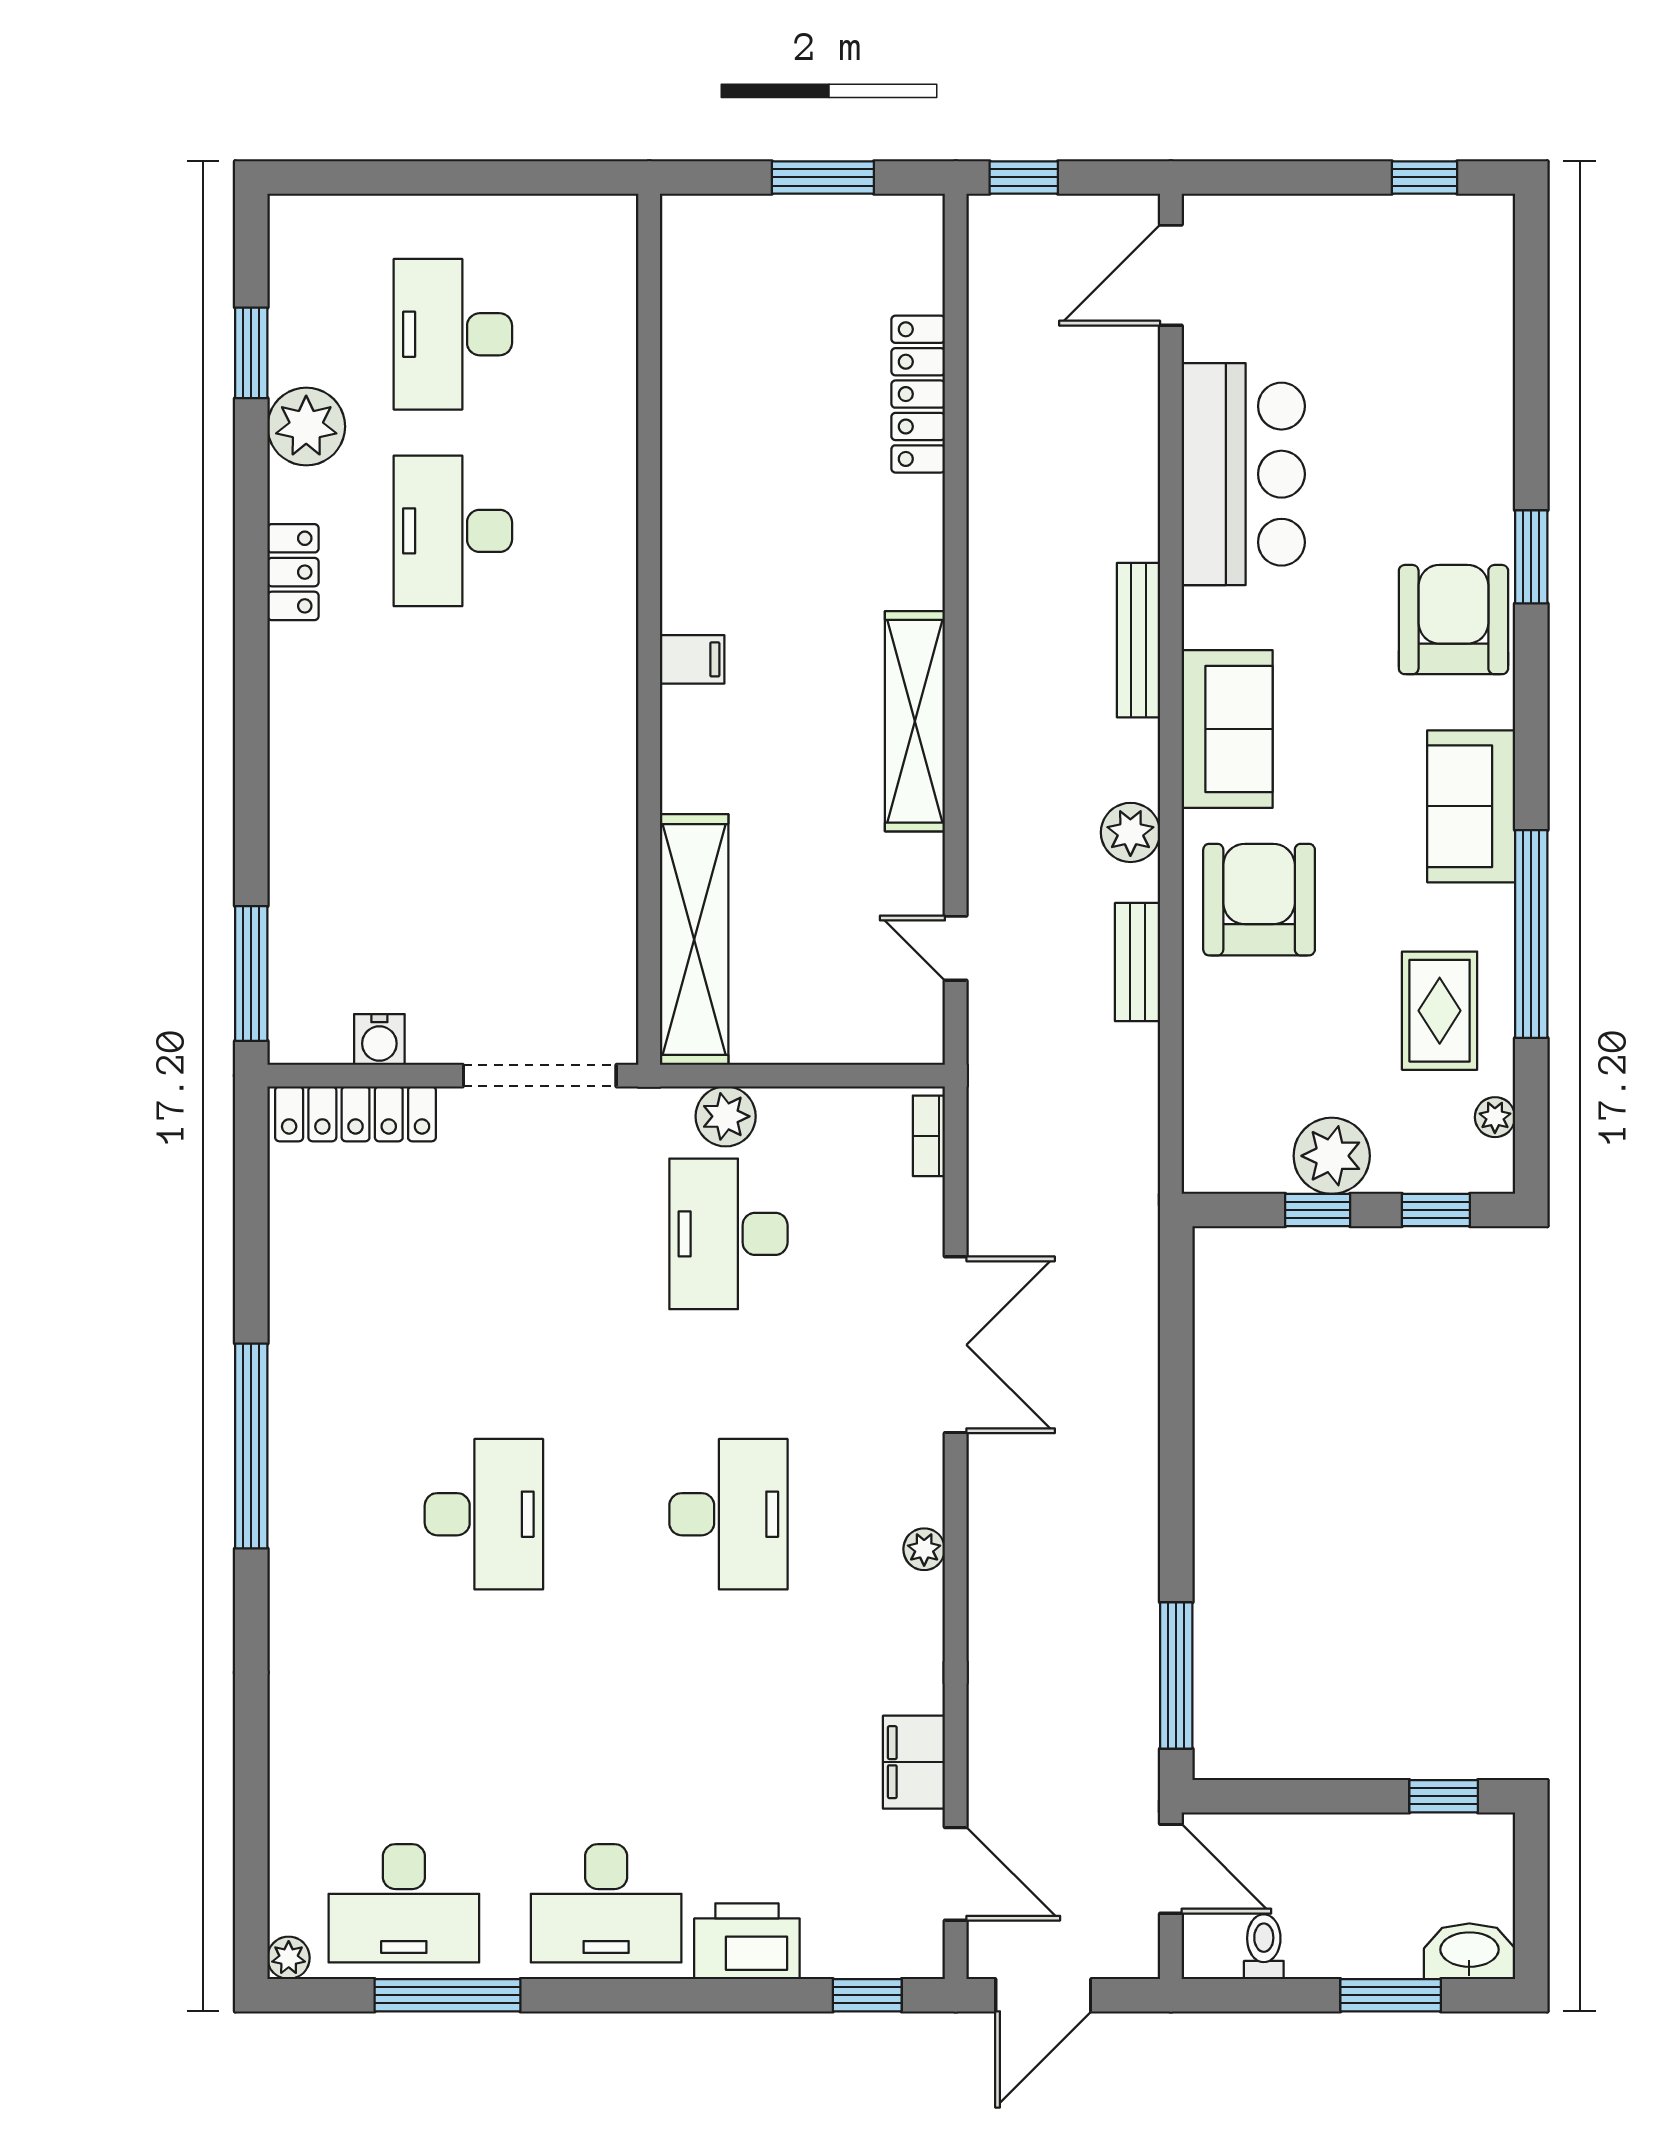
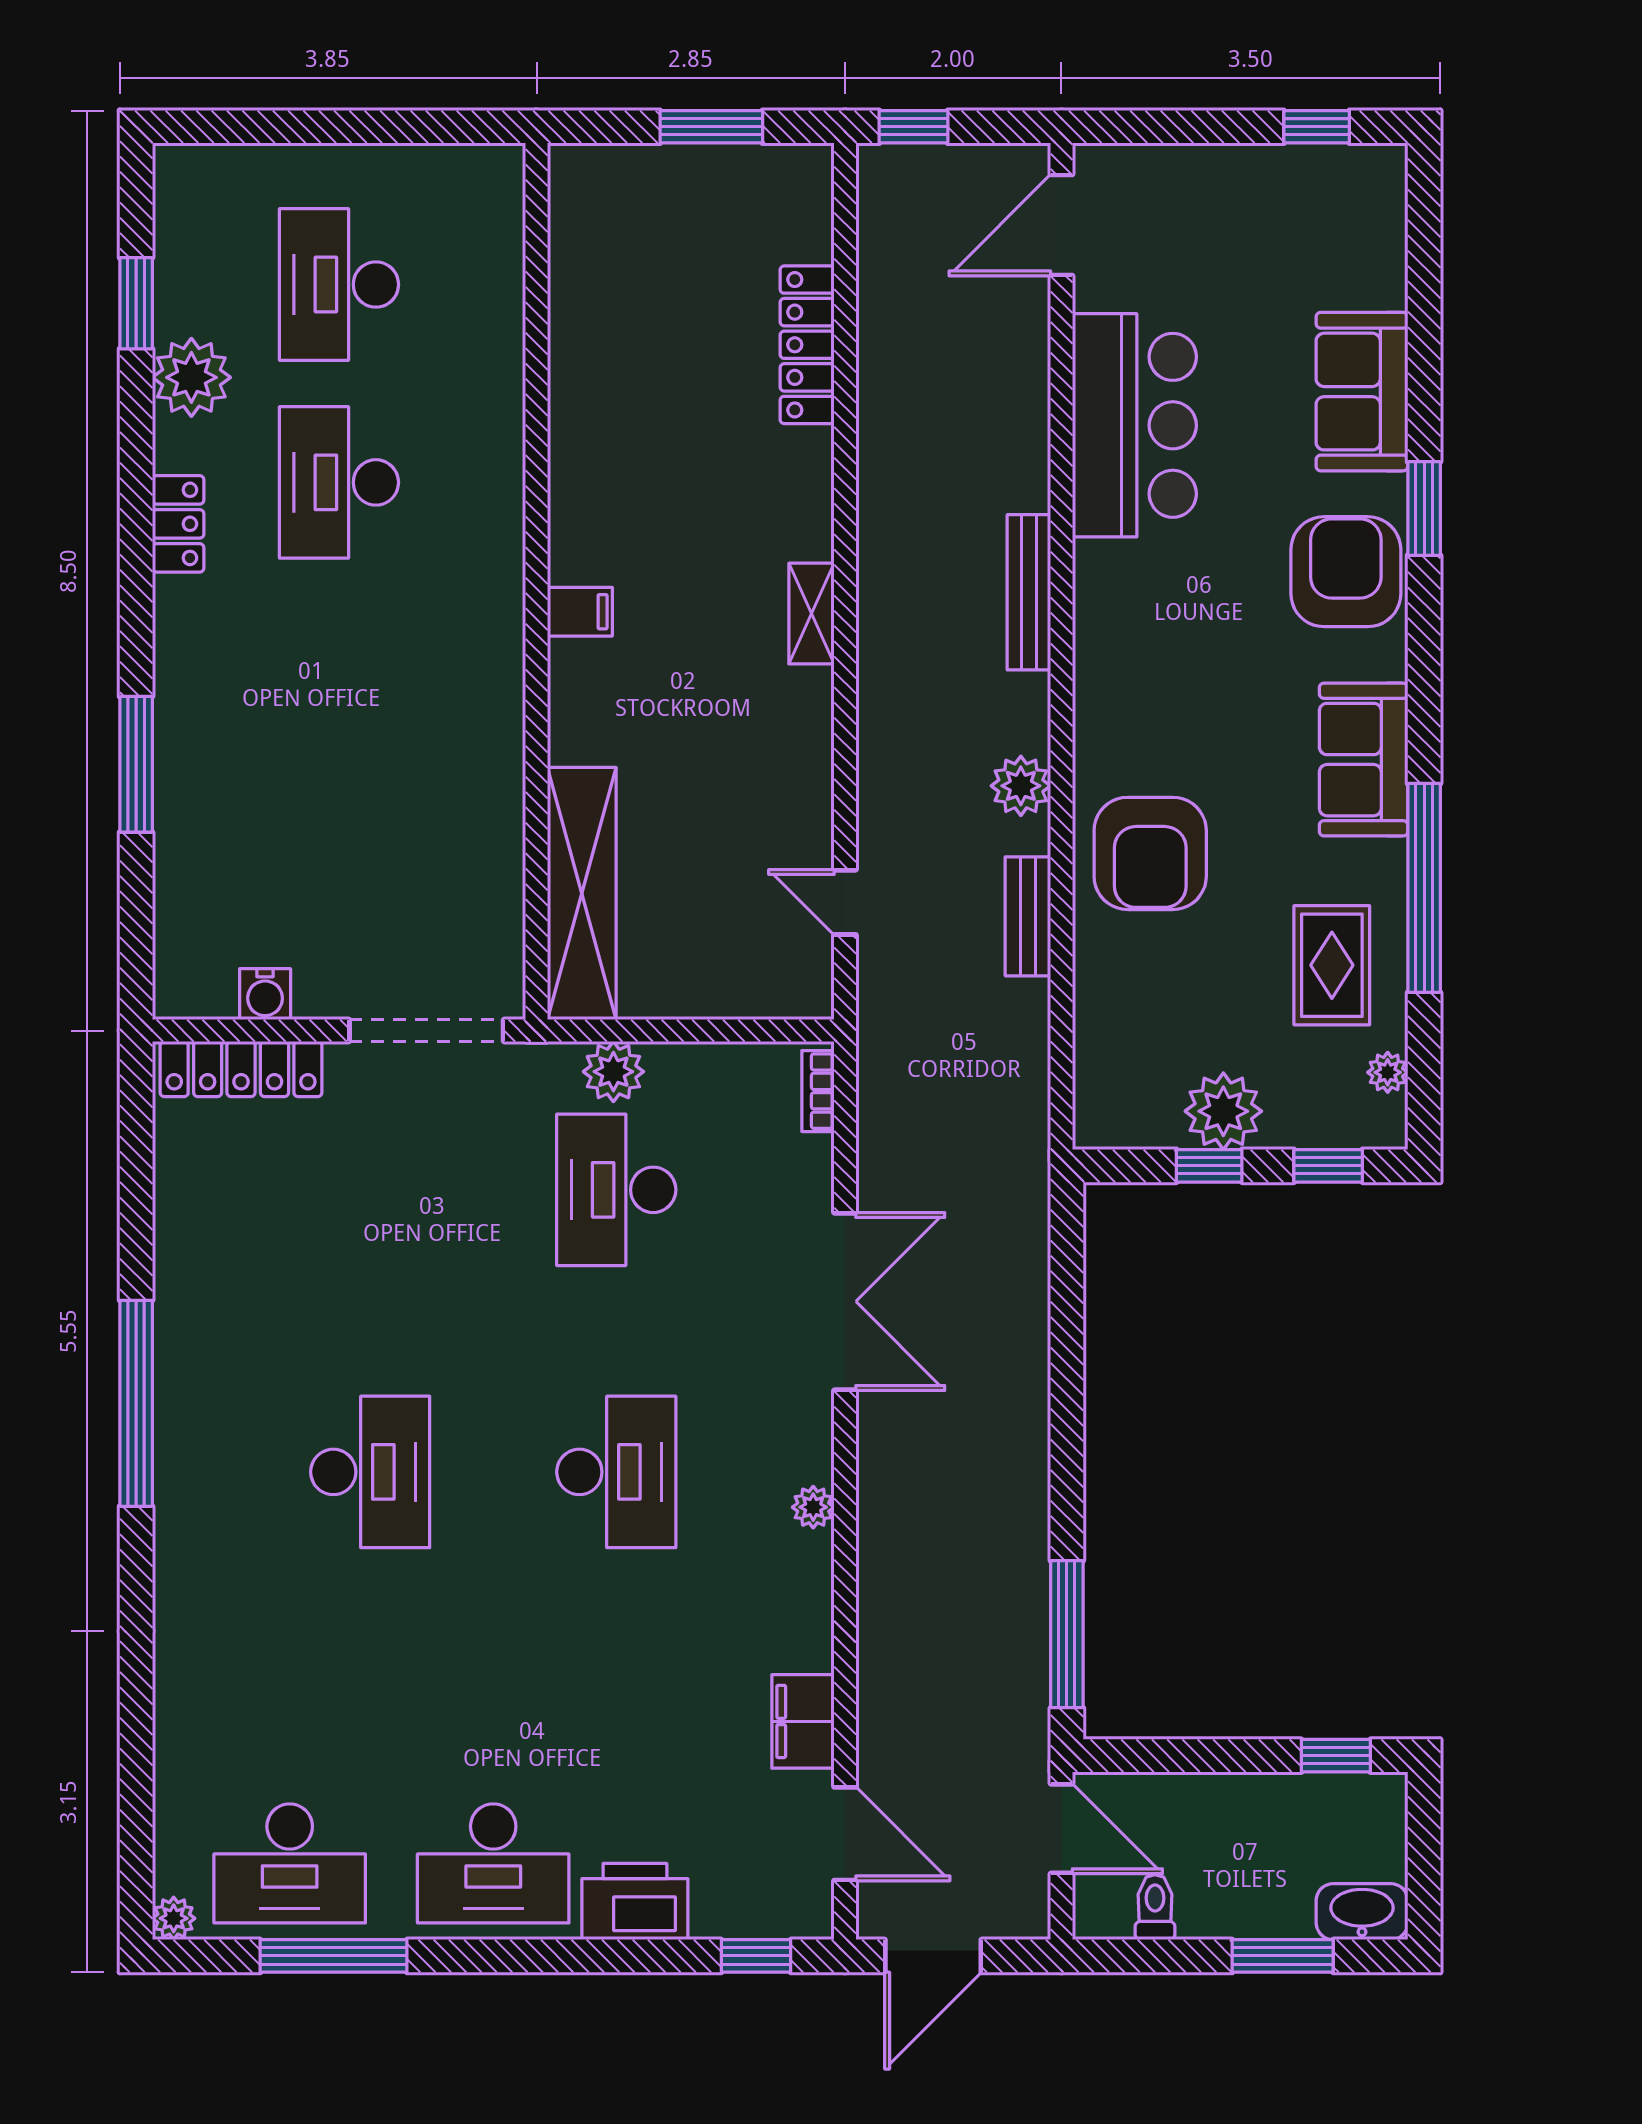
shelving: (915, 721) -> (812, 614), width x0.45, depth x0.75
sofa: (1227, 729) -> (1362, 392), moved, turned 180
armchair: (1259, 900) -> (1150, 853), turned 180
window: (251, 973) -> (136, 764), moved

